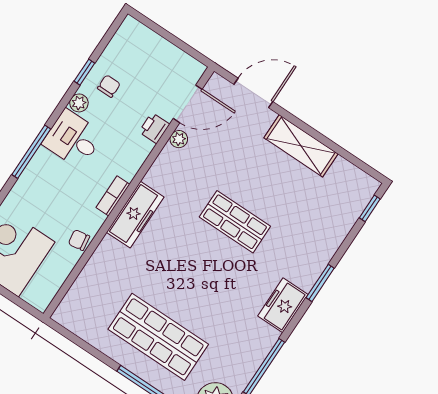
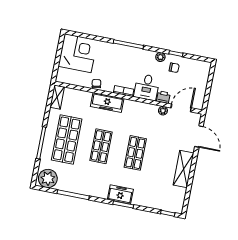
door: (188, 104) -> (181, 108), swing flipped
desk: (73, 139) -> (147, 87), moved, turned 180
freezer: (135, 215) -> (107, 103), moved
shop shelf: (197, 279) -> (101, 146), added
freezer: (283, 305) -> (120, 194), moved
shelving: (74, 322) -> (57, 97), added

